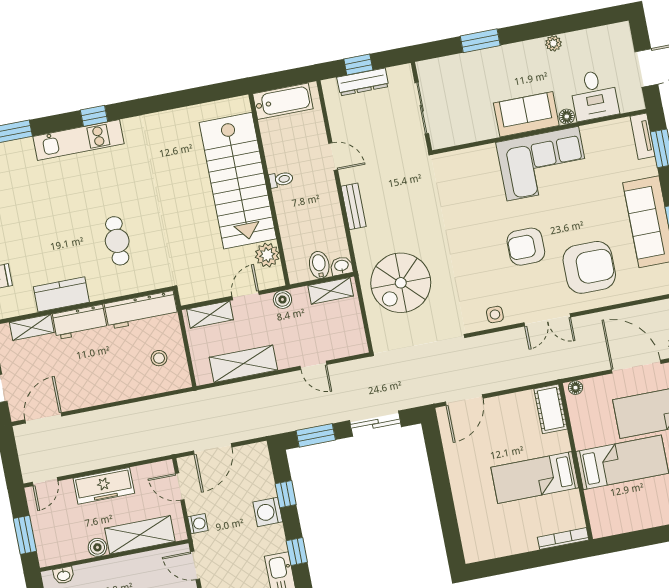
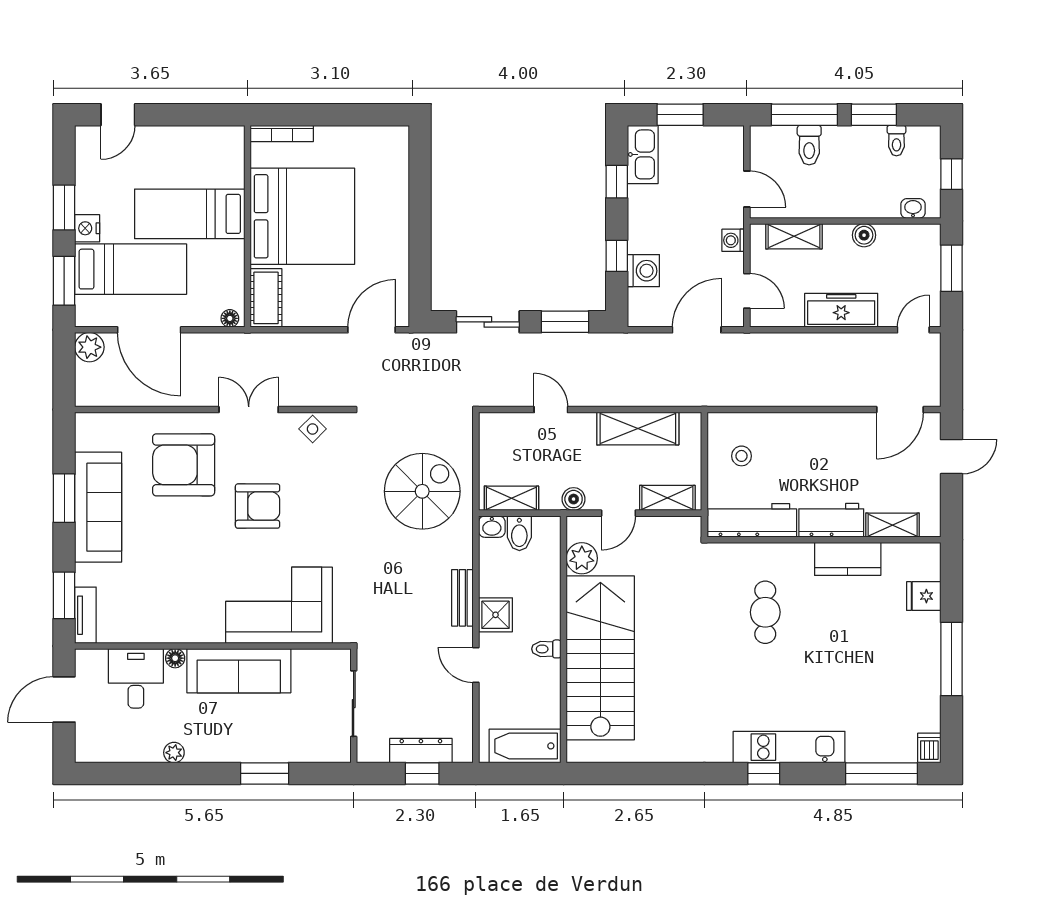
sofa: (526, 114) -> (239, 671), width x1.36
corner sofa: (543, 164) -> (279, 605), moved
shower: (325, 198) -> (496, 615), added
side table: (495, 314) -> (313, 429), turned 45
bed: (535, 478) -> (302, 216), width x2.04
washing machine: (268, 512) -> (643, 271), moved
shelving: (140, 535) -> (794, 236), width x0.67, depth x0.75

